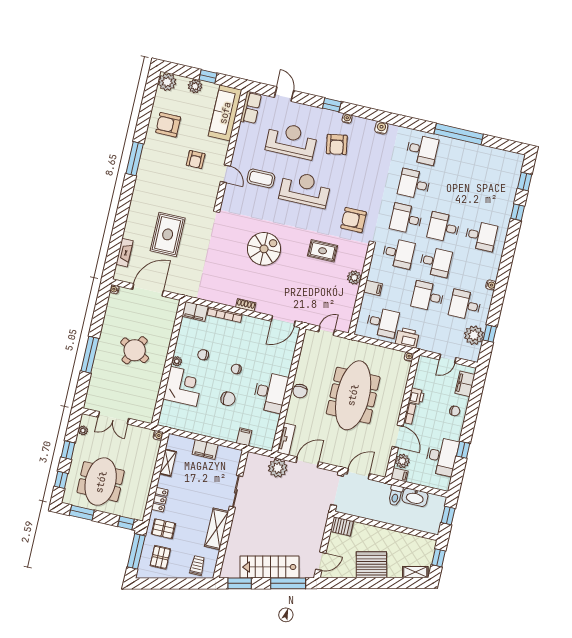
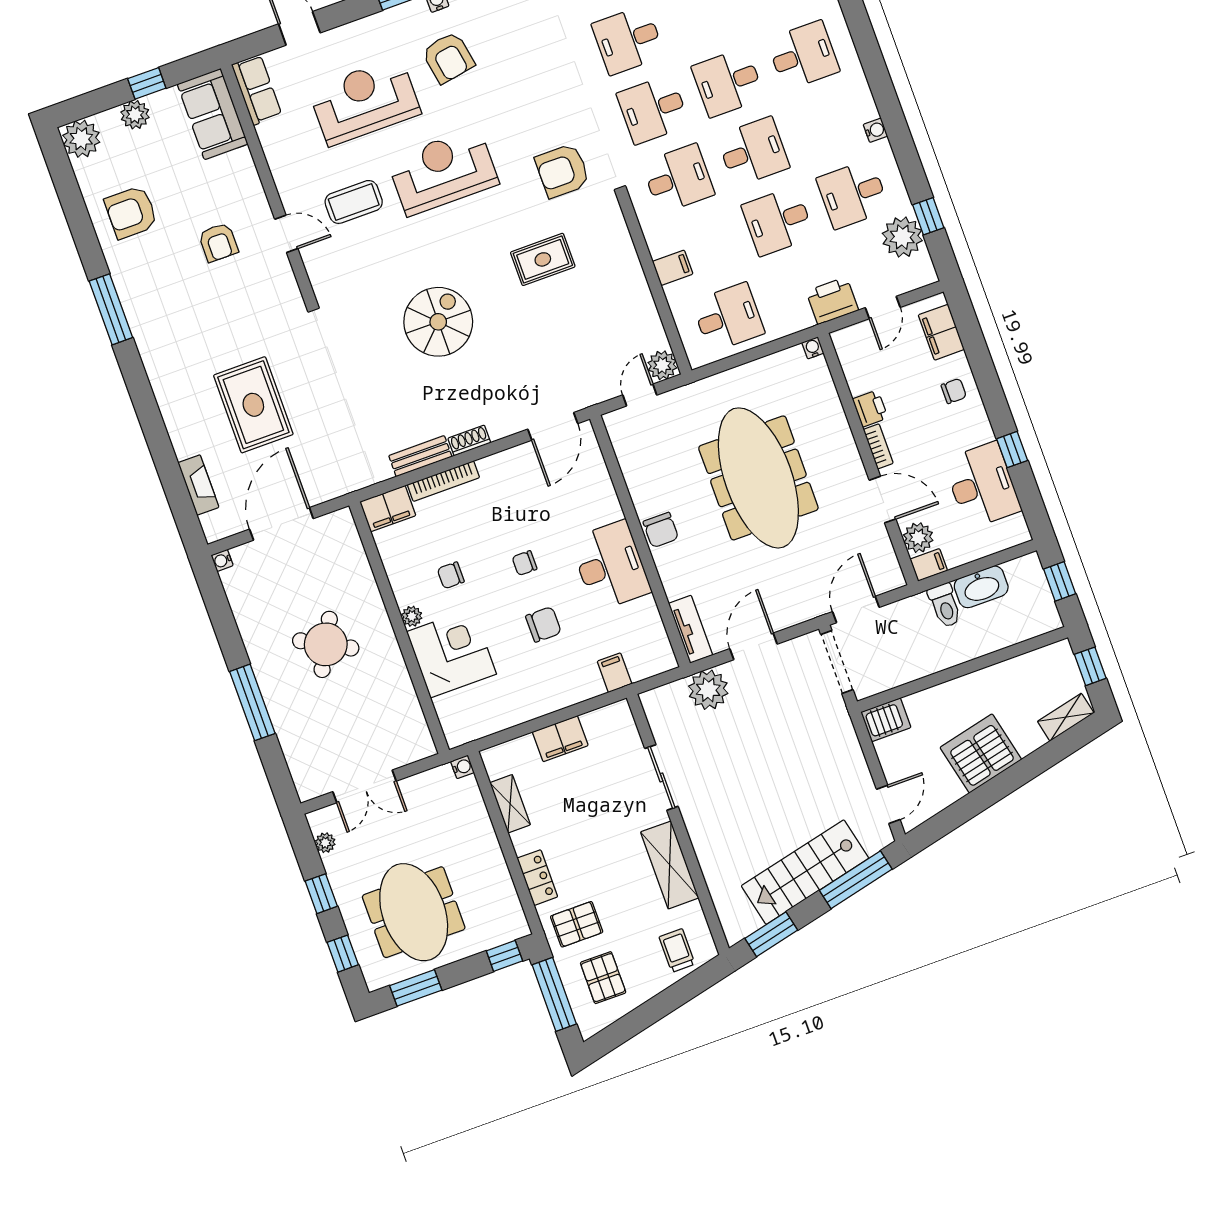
sofa: (225, 113) -> (213, 114), width x0.73
plant: (354, 278) -> (662, 365), moved
bench: (222, 299) -> (420, 456), added
printer: (407, 338) -> (832, 301), moved

